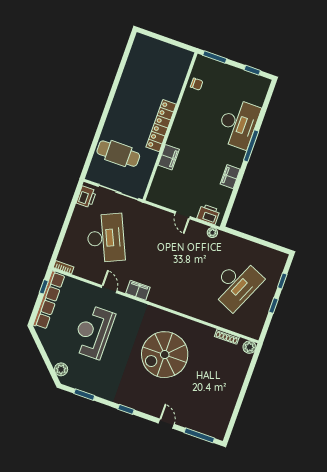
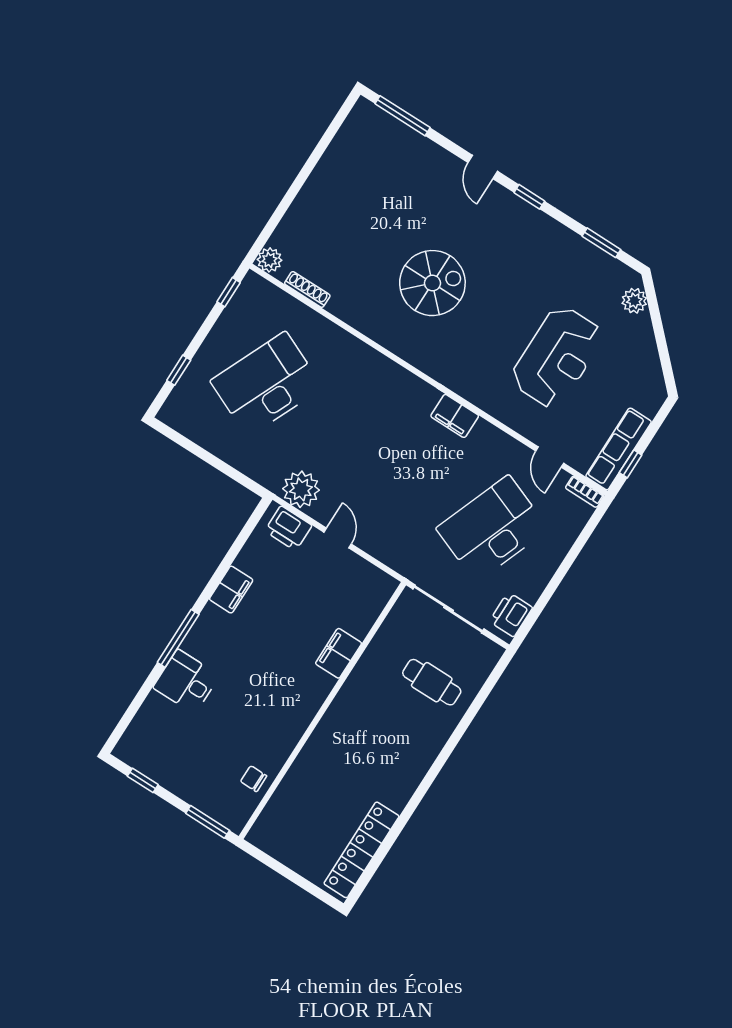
desk: (238, 124) -> (186, 682), width x0.53, depth x0.77
locker: (161, 126) -> (362, 850), moved, turned 180
cafe table: (118, 154) -> (432, 682), width x0.73, depth x0.74
plant: (212, 233) -> (301, 489), width x1.88, depth x1.88
desk: (106, 238) -> (492, 529), turned 45
door: (109, 289) -> (550, 457), moved
row of seats: (49, 300) -> (619, 449), width x0.73
window: (273, 306) -> (229, 292), moved
spiral stairs: (165, 355) -> (432, 283), width x0.73, depth x0.73
door: (166, 424) -> (483, 167), moved

